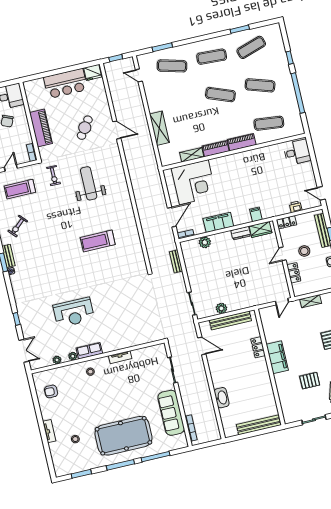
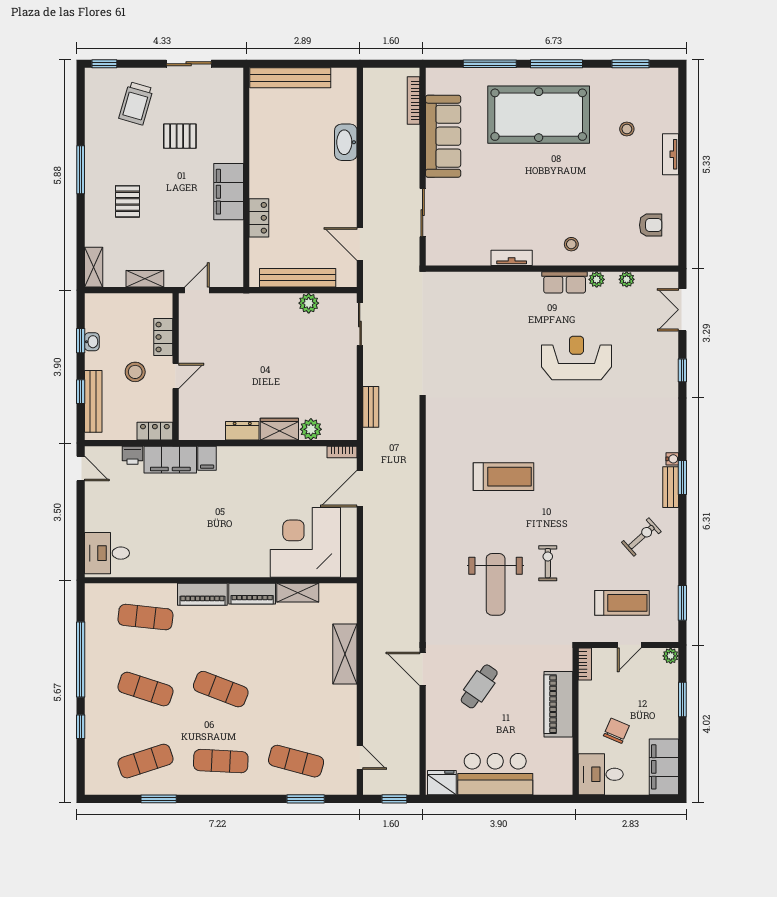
exercise bike: (54, 176) -> (548, 563), moved
filing cabinet: (218, 222) -> (170, 460), moved
wardrobe: (261, 229) -> (279, 429), moved

